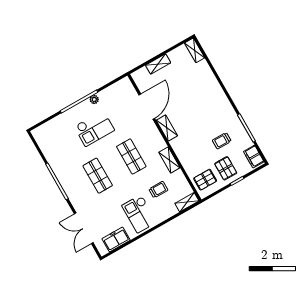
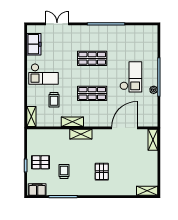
shelving: (158, 64) -> (153, 140), moved
door: (147, 107) -> (124, 128), swing flipped
checkout: (94, 128) -> (131, 77), turned 180
shelving: (167, 128) -> (81, 134), moved
pallet: (205, 180) -> (102, 172), moved
checkout: (139, 214) -> (43, 74), turned 180
double door: (84, 228) -> (57, 24), width x0.73

